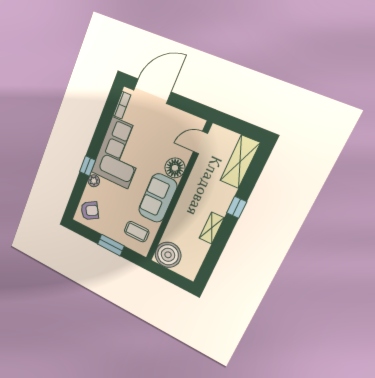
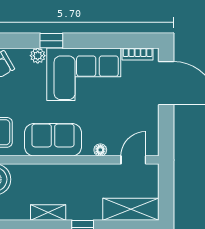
door: (200, 143) -> (133, 160), hinge flipped
floor lamp: (175, 168) -> (100, 150), width x0.53, depth x0.53

